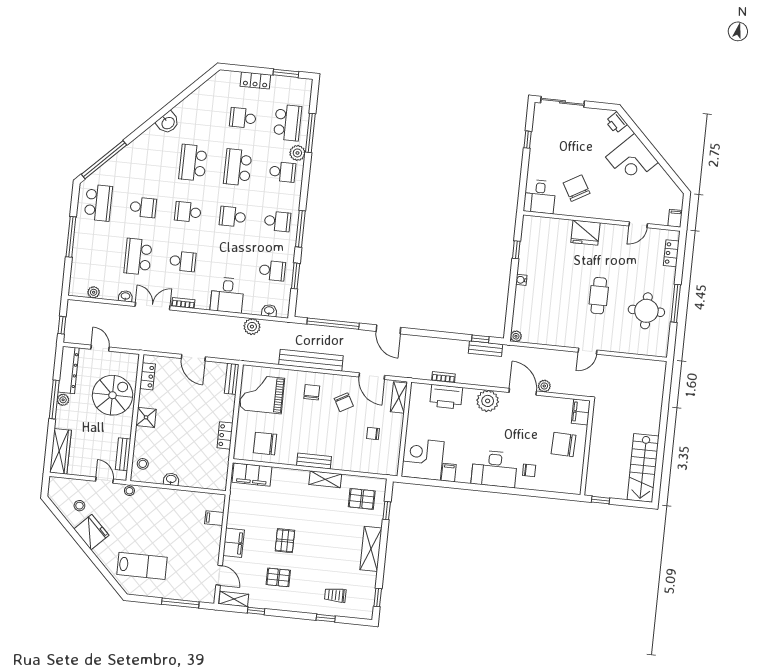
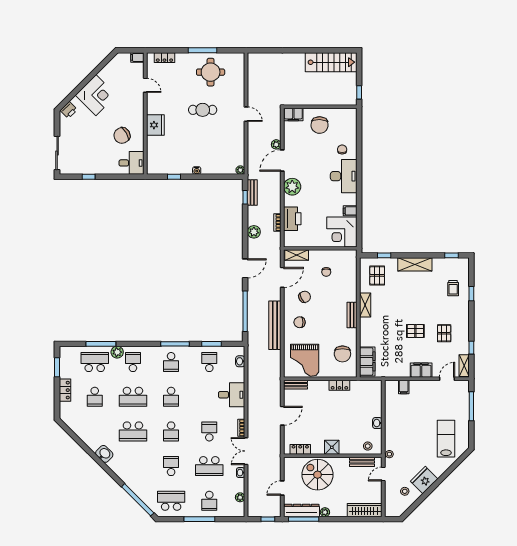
school desk: (277, 221) -> (171, 362), turned 180
school desk: (93, 252) -> (209, 501), added
plant: (252, 327) -> (254, 232), moved
window: (54, 399) -> (304, 519), moved

